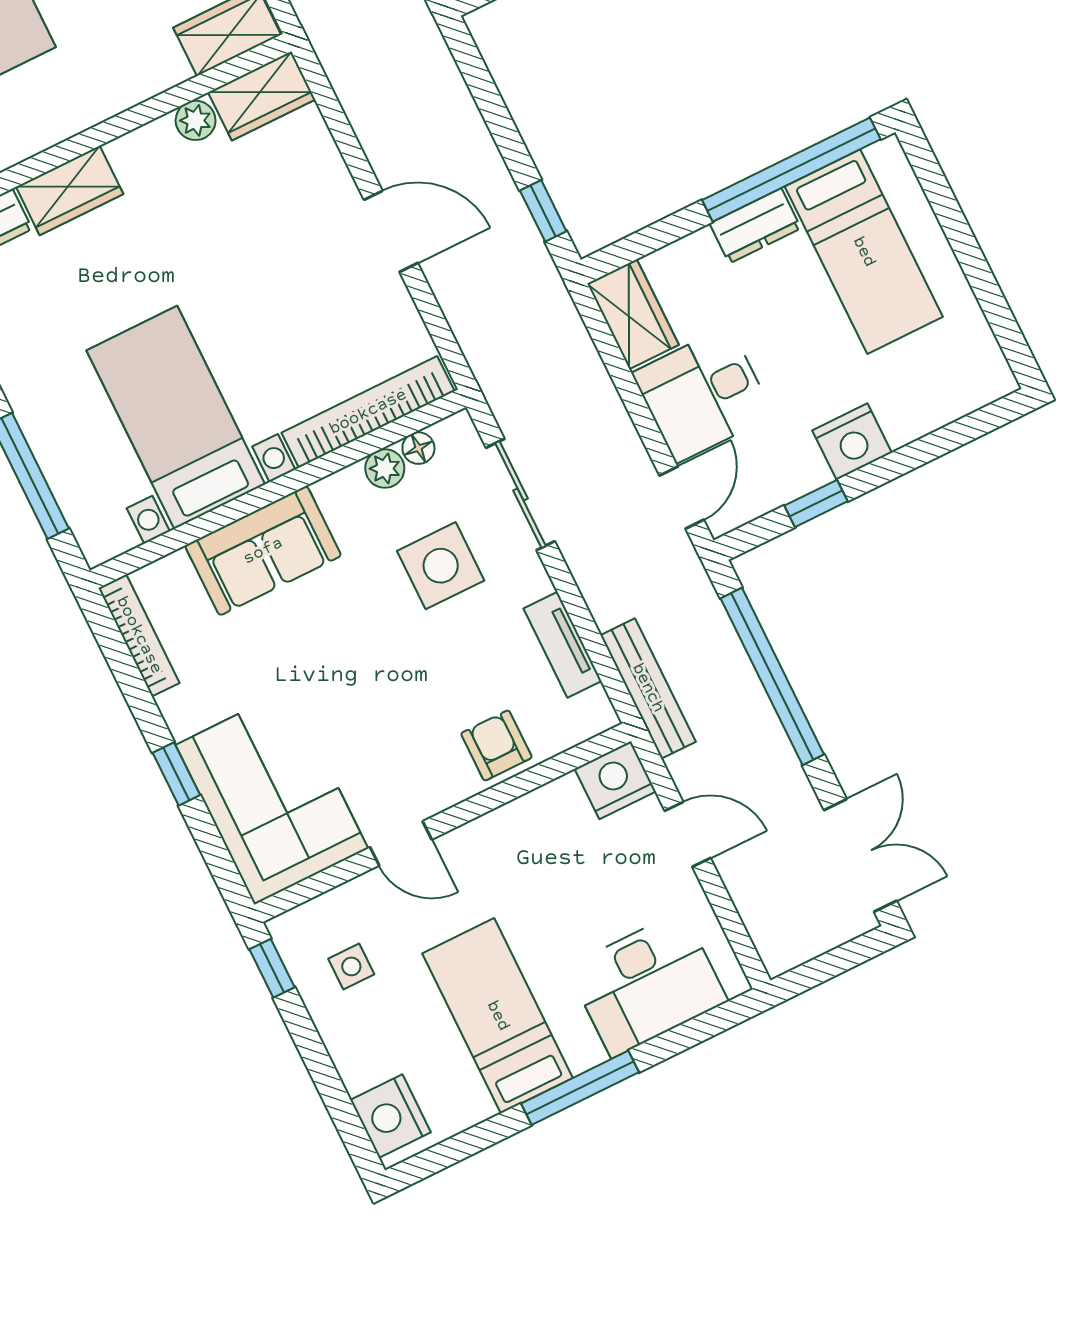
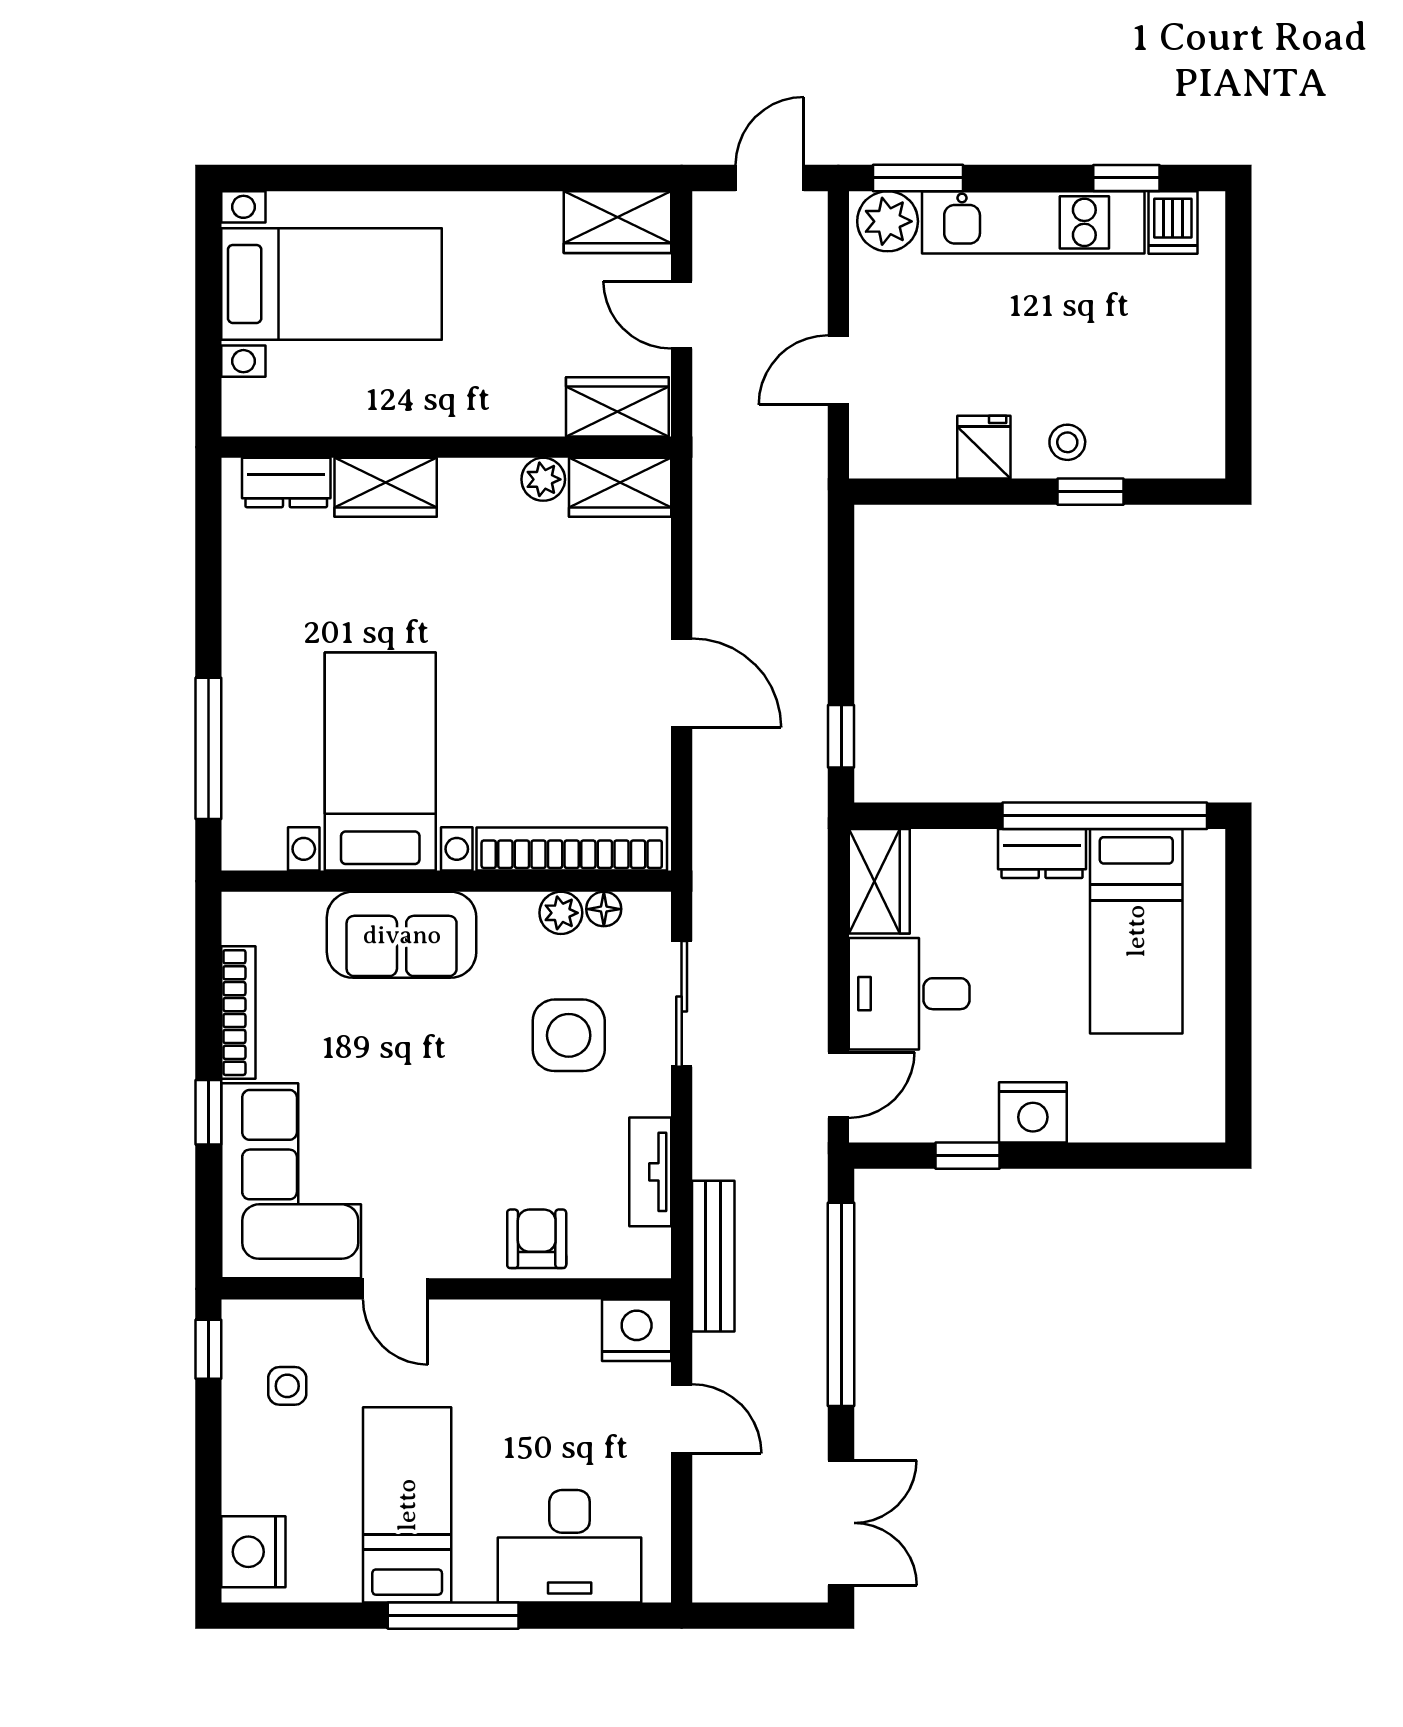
bookcase: (139, 635) -> (238, 1013), moved

